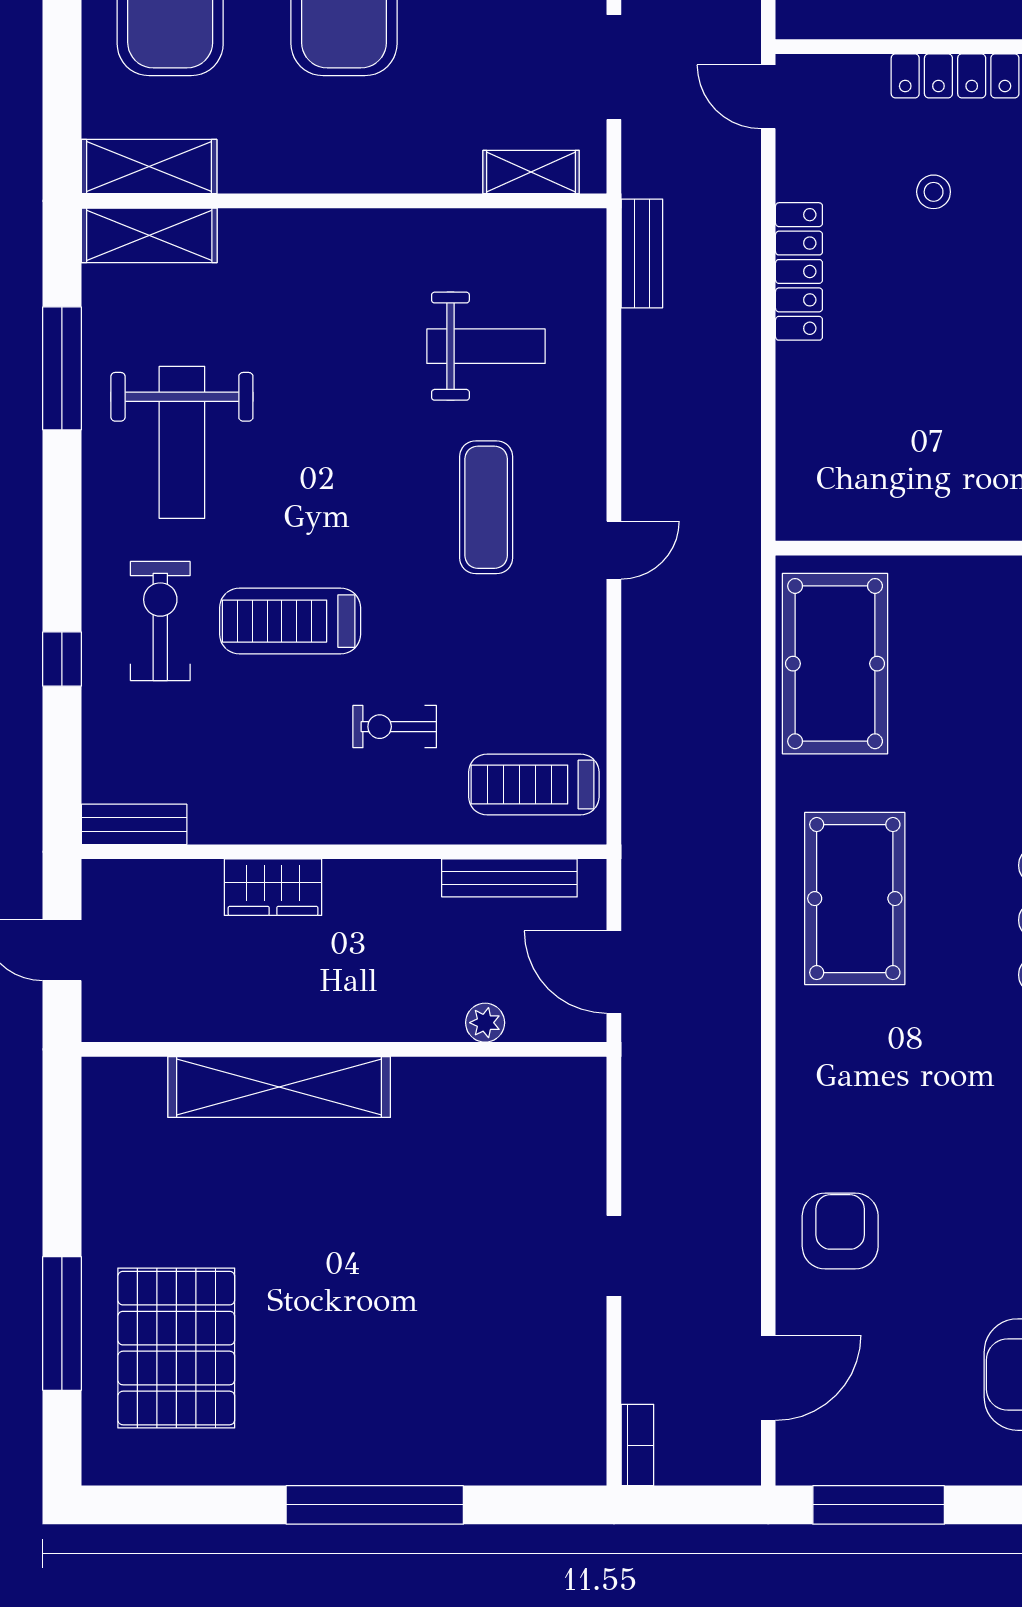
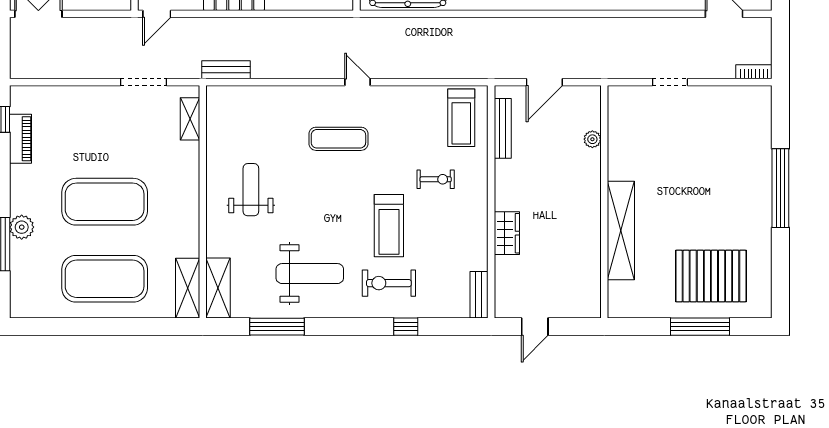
weight bench: (486, 346) -> (251, 190), moved
exercise bike: (395, 727) -> (436, 179), turned -90
plant: (485, 1023) -> (592, 139), moved
wall: (344, 1049) -> (604, 202), moved
shelving: (279, 1087) -> (621, 231), moved

